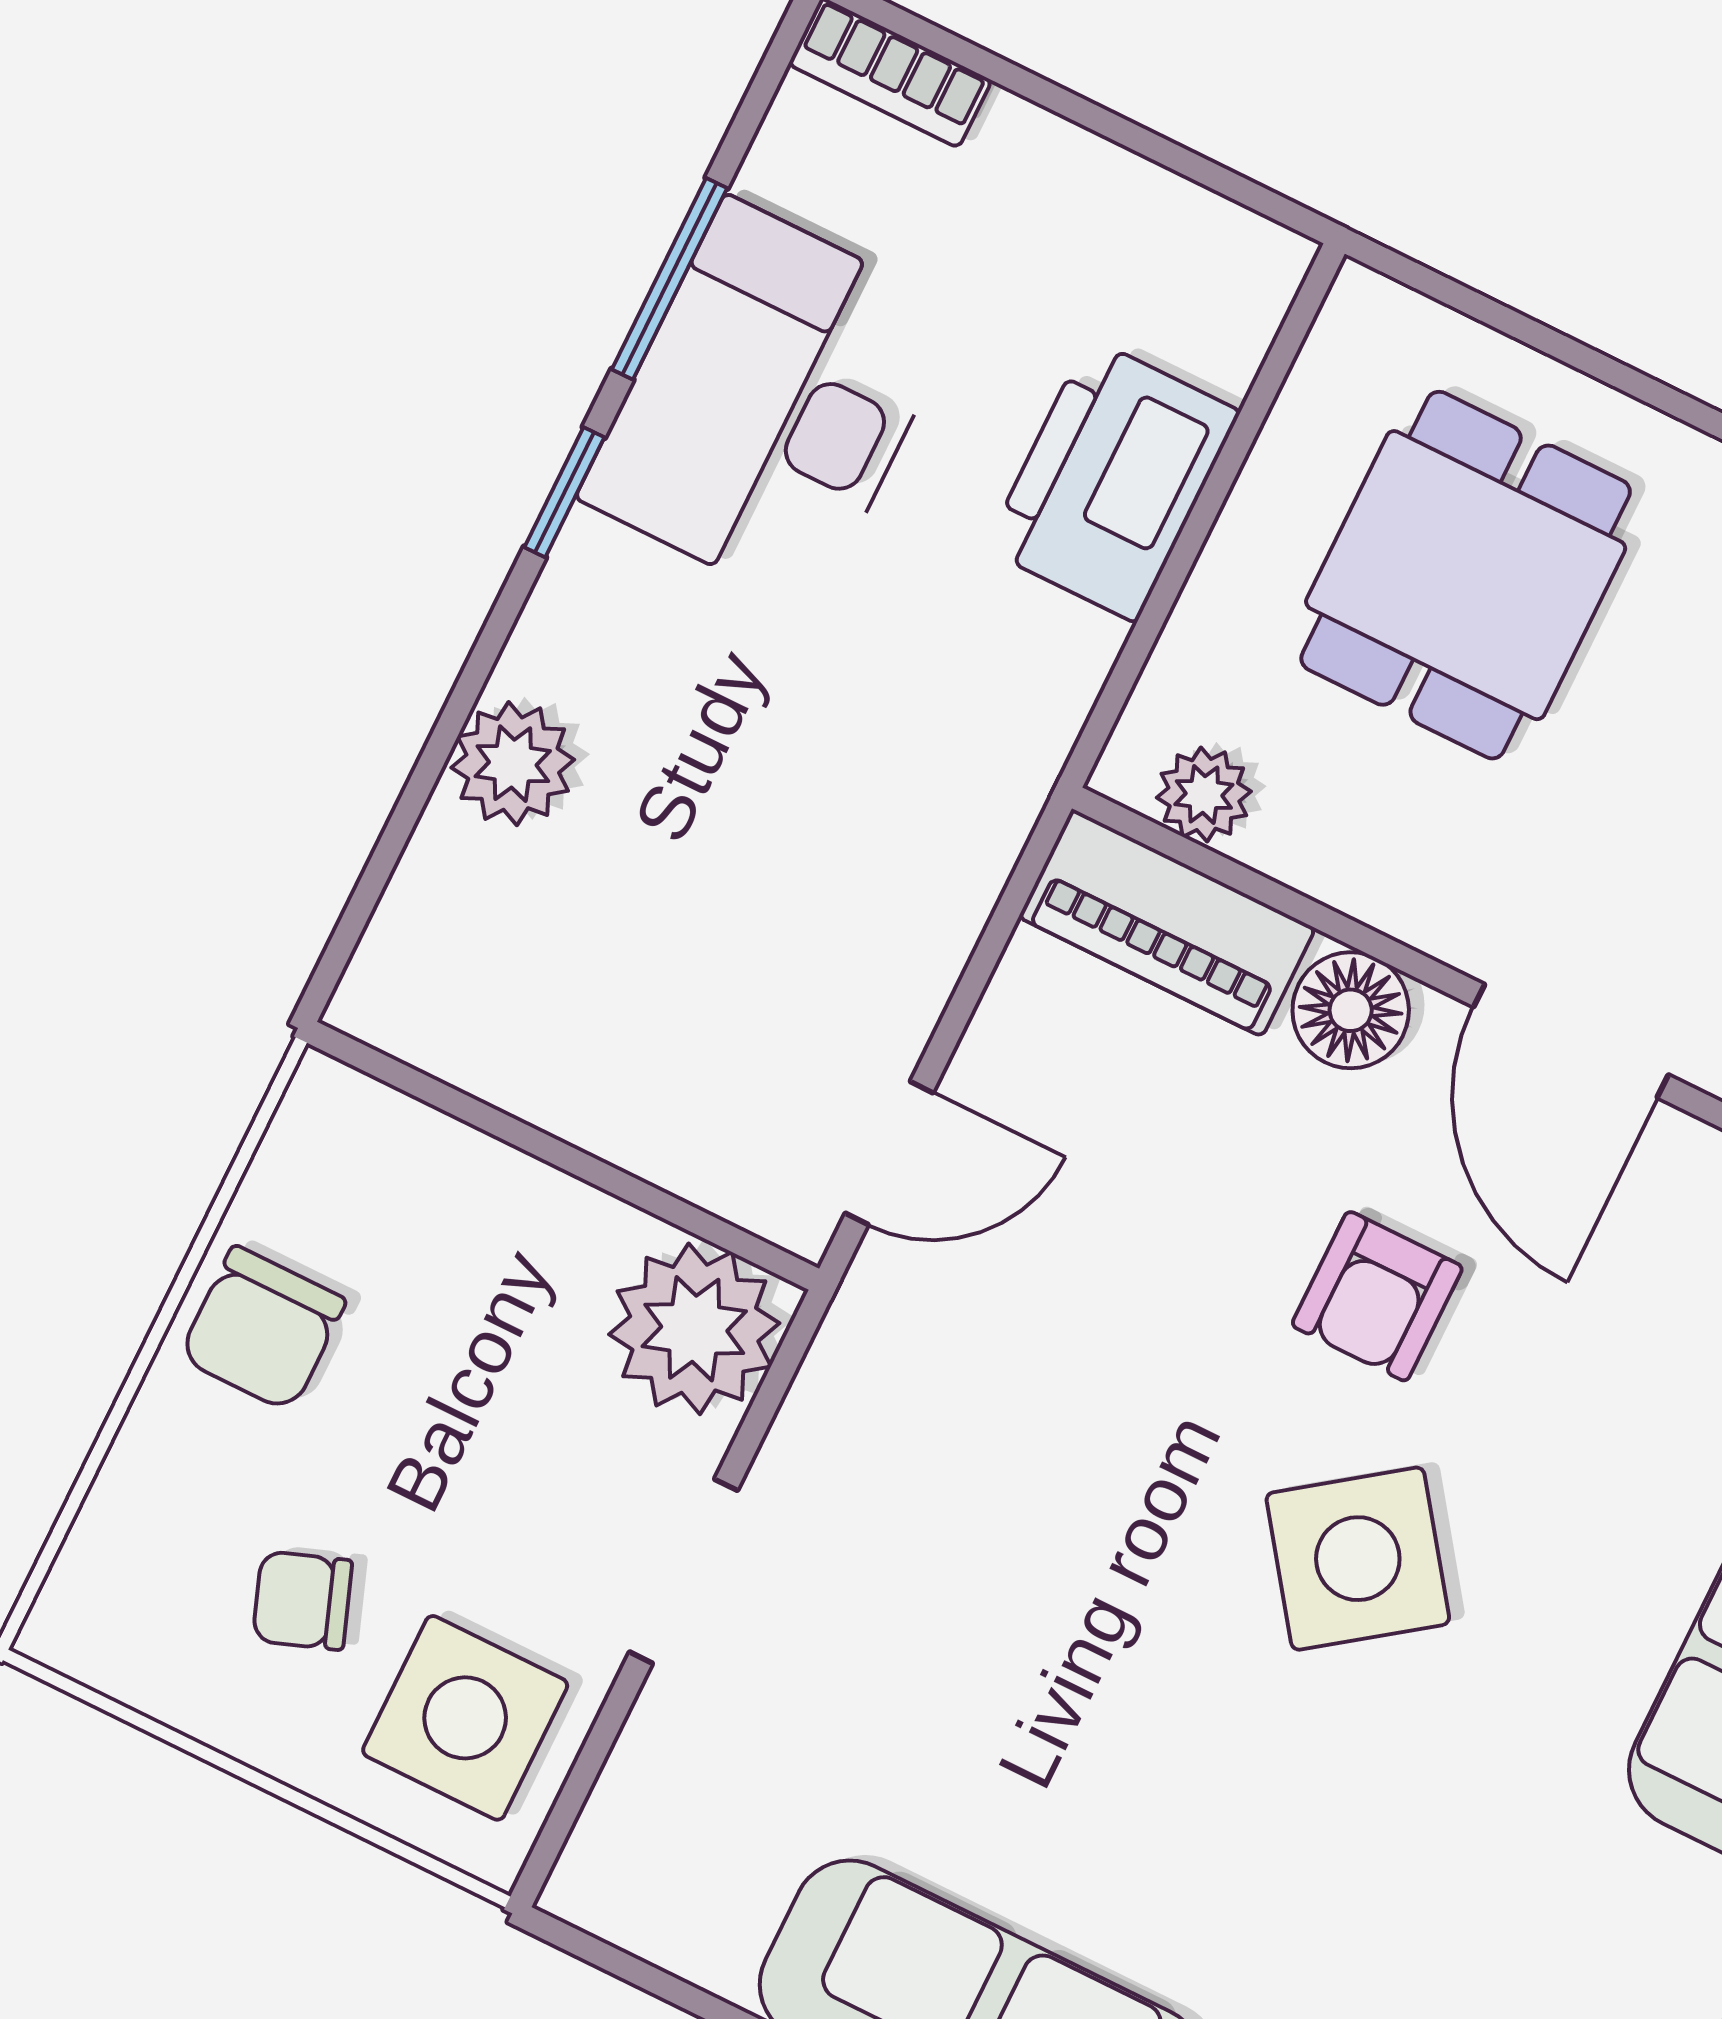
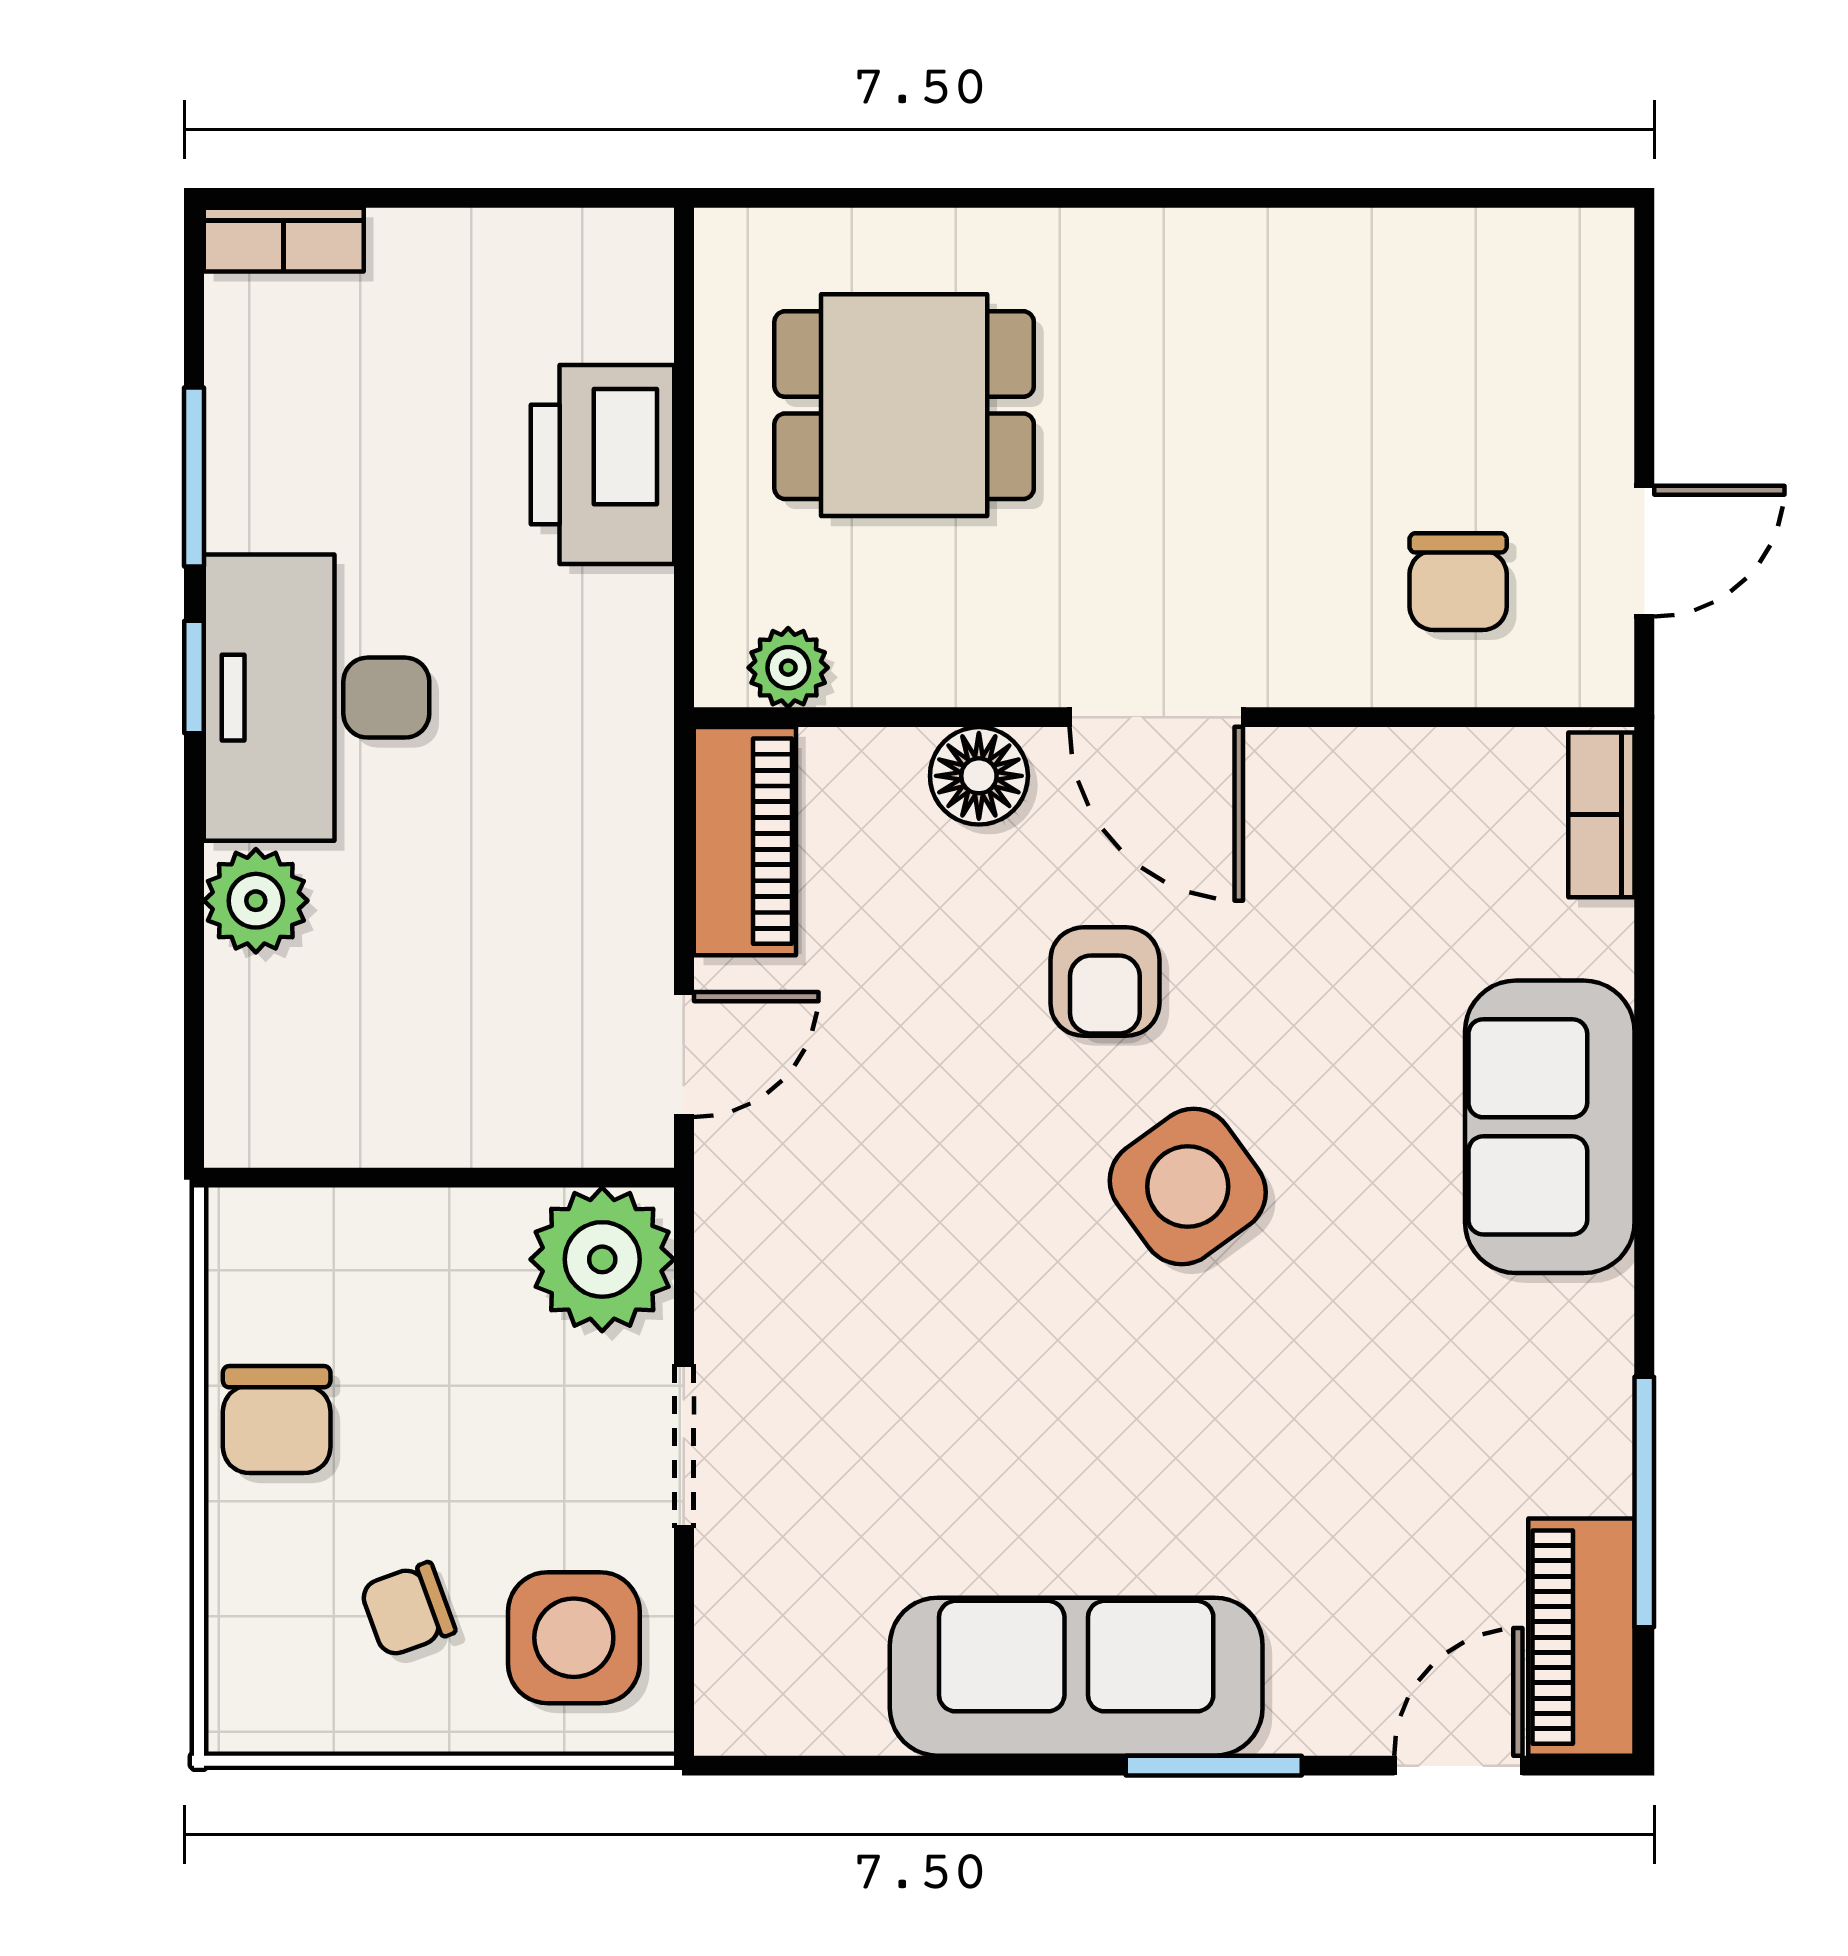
desk: (770, 404) -> (316, 698), moved
dining table: (1466, 575) -> (904, 405), turned 90
piano: (1167, 923) -> (745, 841), moved, turned -90

